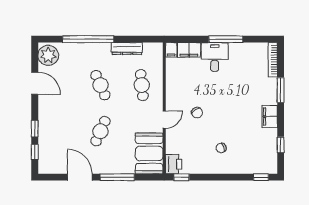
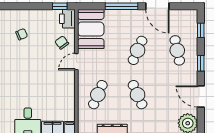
cafe table: (142, 85) -> (98, 95), turned 30
chair: (197, 113) -> (62, 43), moved
window: (35, 129) -> (201, 63), moved
cafe table: (59, 131) -> (177, 50), added

